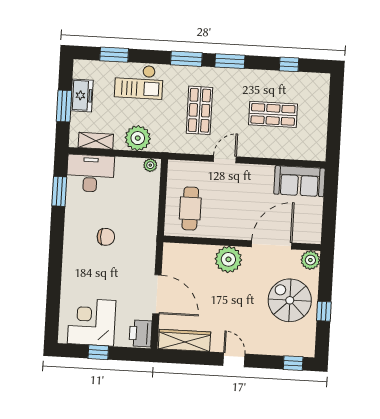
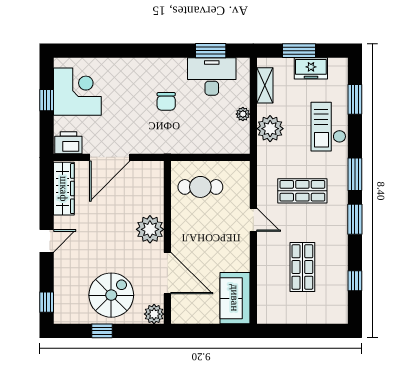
plant: (150, 165) -> (243, 114), moved
desk: (90, 173) -> (212, 76), moved, turned -90

